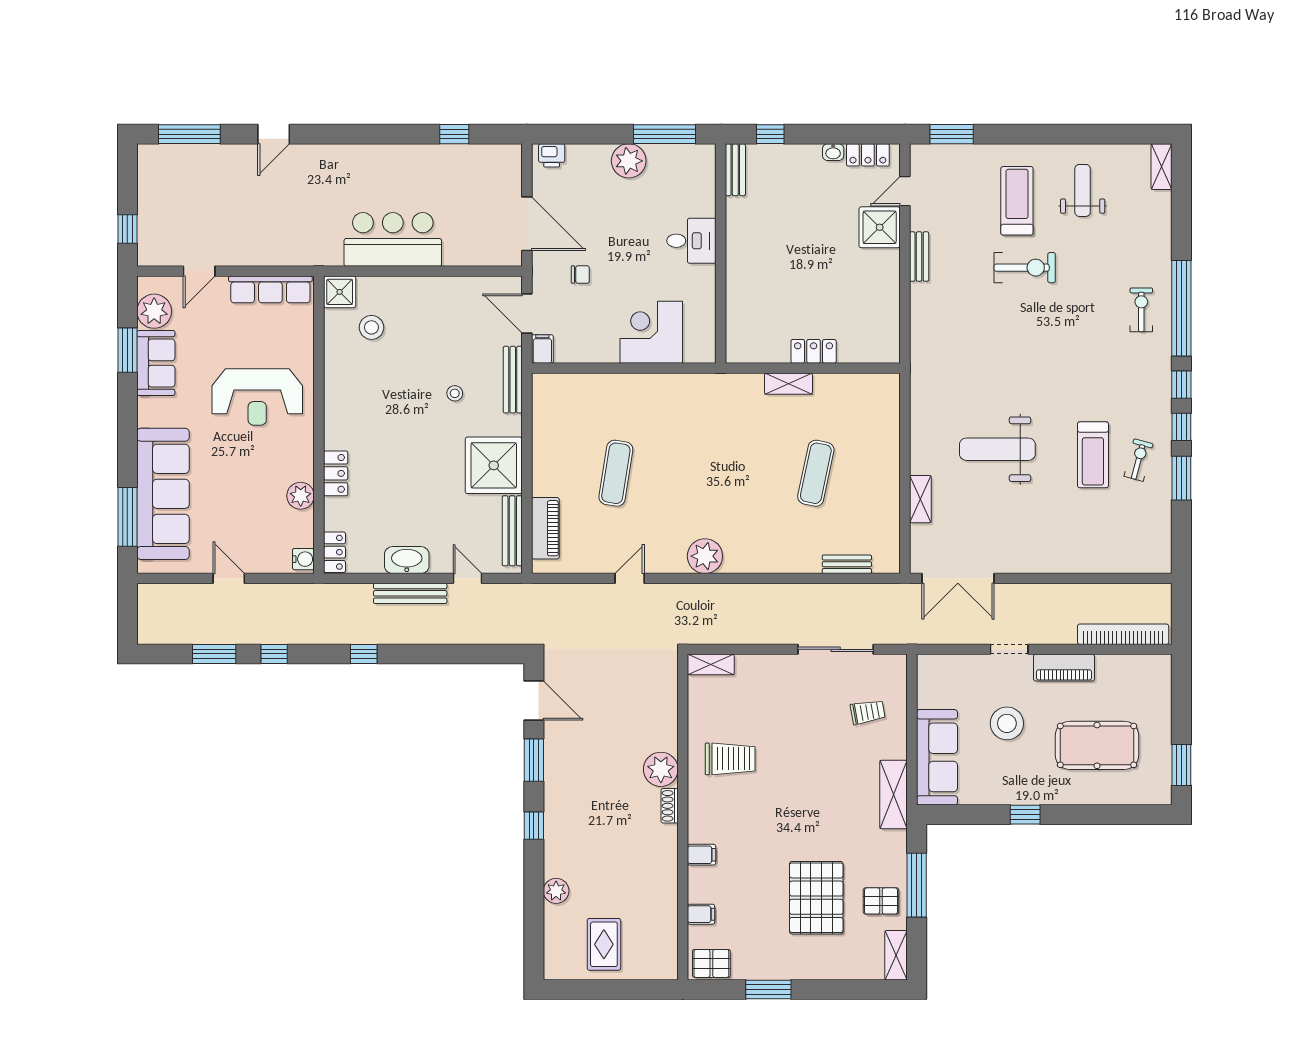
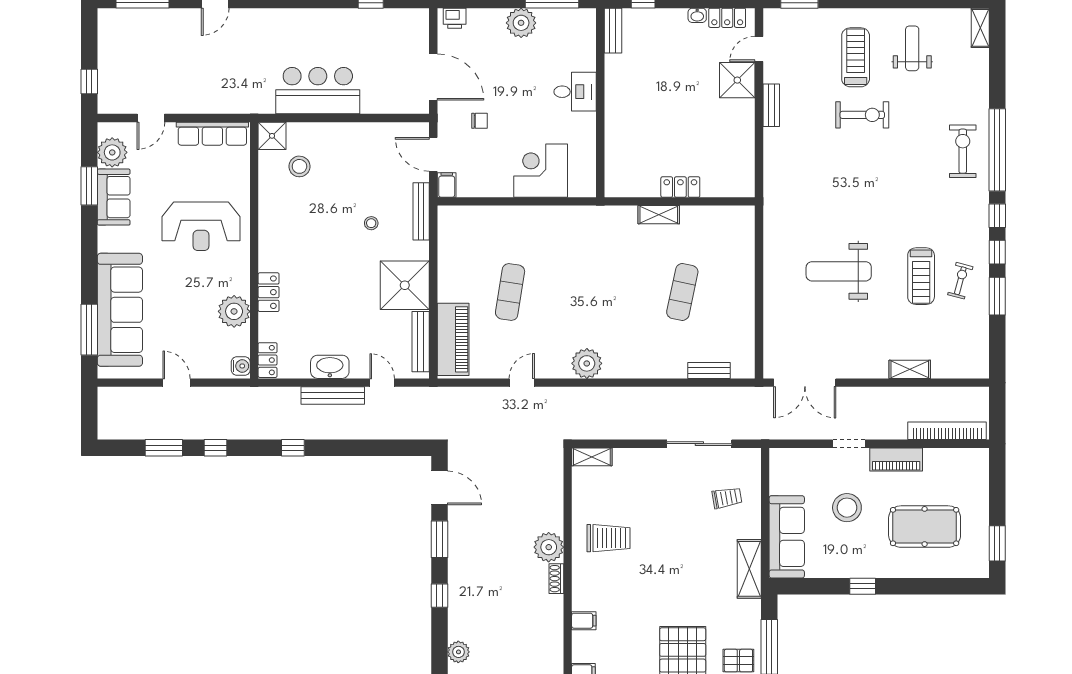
exercise bike: (1141, 310) -> (963, 151), width x1.38, depth x1.39
plant: (301, 496) -> (234, 311), width x1.36, depth x1.36
shelving: (920, 499) -> (910, 369), moved, turned 90
piano: (545, 528) -> (453, 339), width x1.37, depth x1.33

